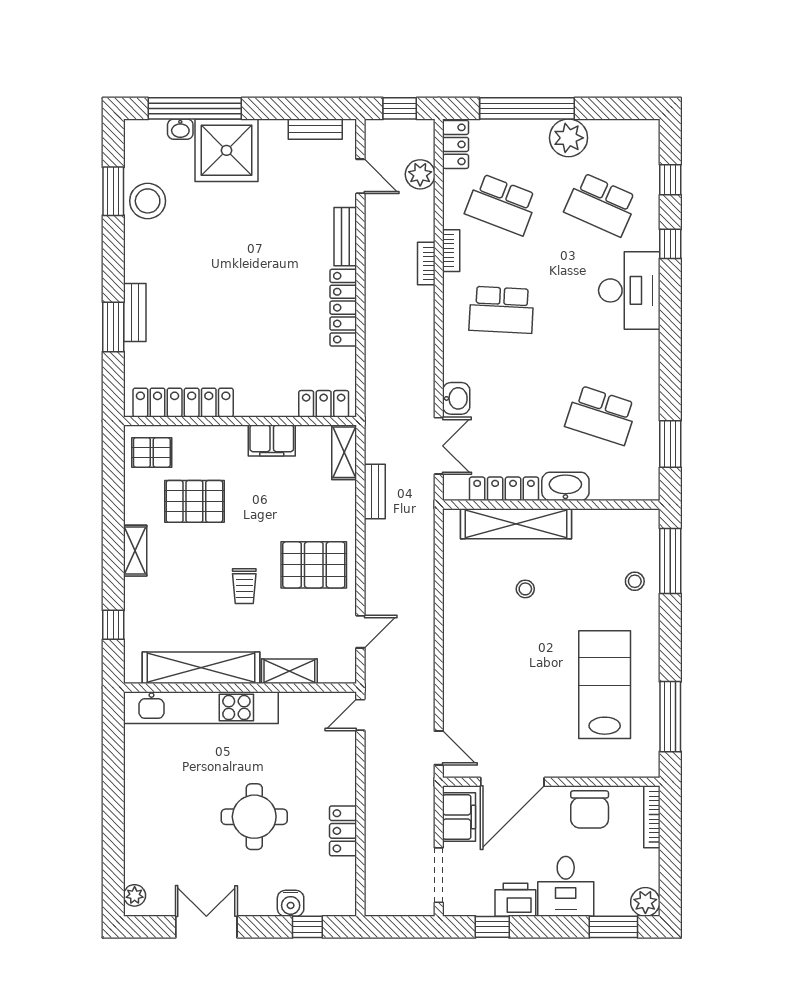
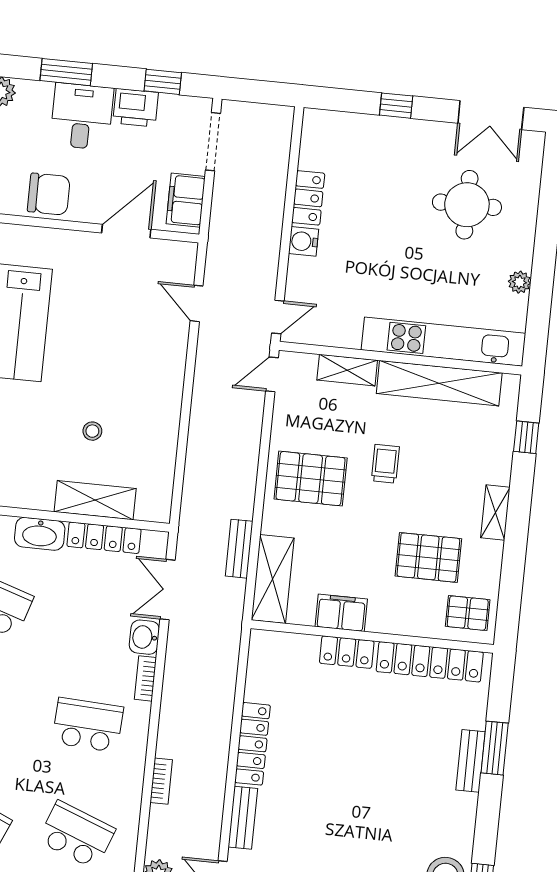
bookcase: (451, 251) -> (145, 678), moved
locker: (324, 404) -> (347, 652), moved
shelving: (344, 452) -> (273, 579), width x1.50, depth x1.33
shelving: (516, 524) -> (95, 500), width x0.68
door: (360, 632) -> (272, 374), moved
door: (439, 748) -> (197, 303), moved
door: (512, 782) -> (126, 231), width x0.73
chair: (590, 809) -> (49, 194), turned 90
round table: (254, 817) -> (467, 205), moved
plant: (135, 895) -> (519, 282), moved
water cooler: (291, 903) -> (304, 241), moved, turned -90
double door: (206, 927) -> (491, 115), moved
window: (307, 927) -> (396, 106), moved
window: (613, 927) -> (66, 72), moved

